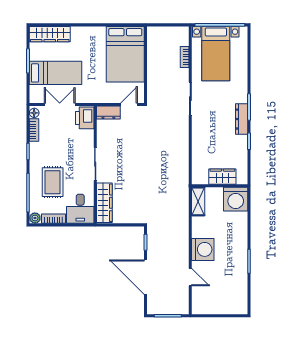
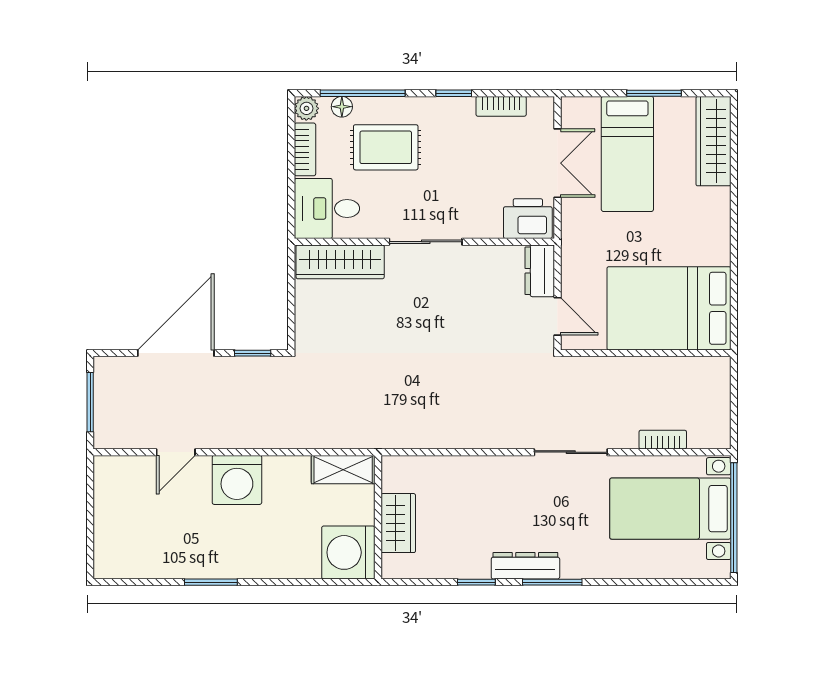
floor lamp: (34, 113) -> (342, 107), moved

